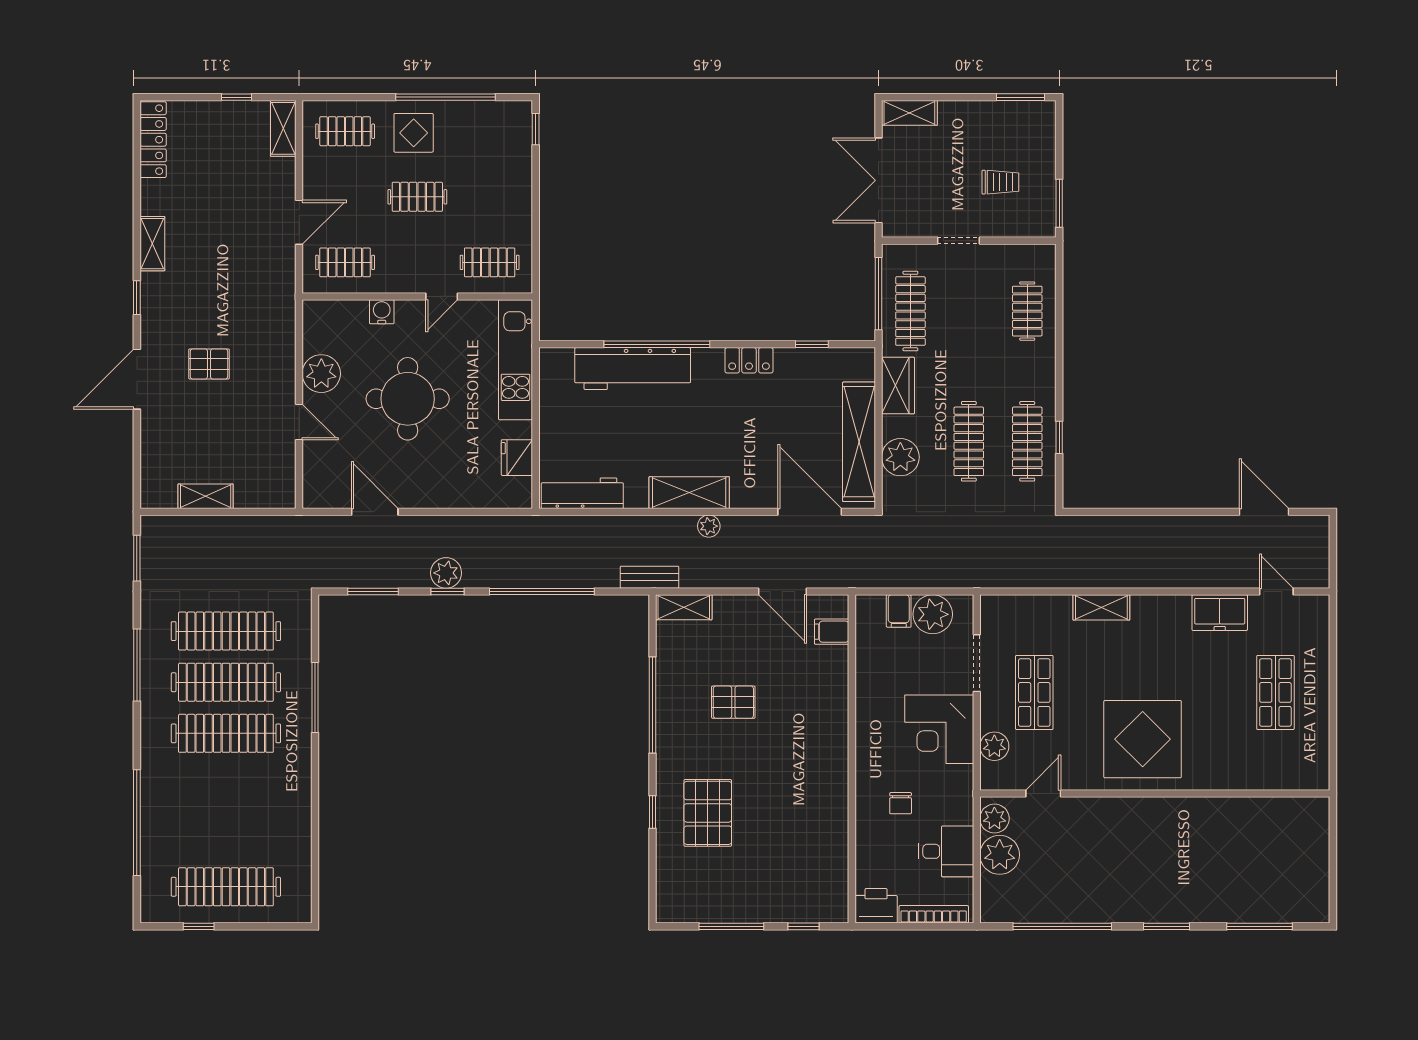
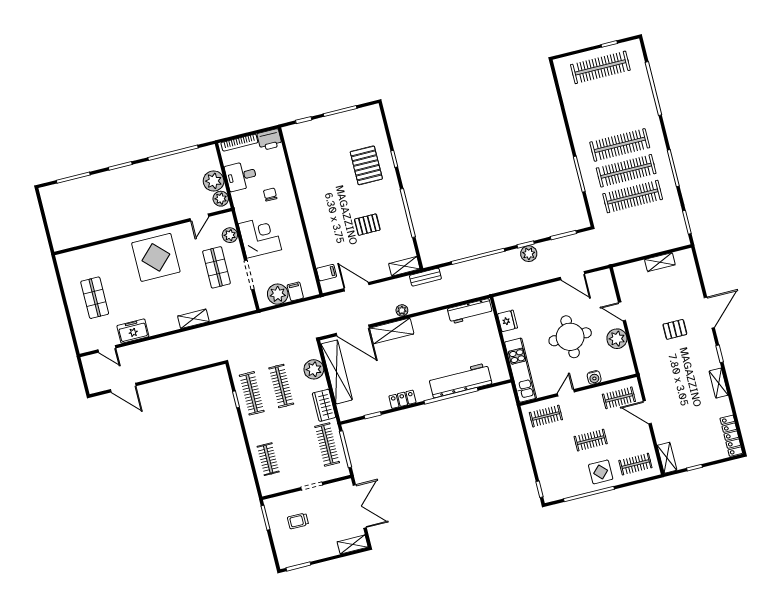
door: (299, 222) -> (647, 412), hinge flipped
shelving: (689, 493) -> (392, 331), moved

